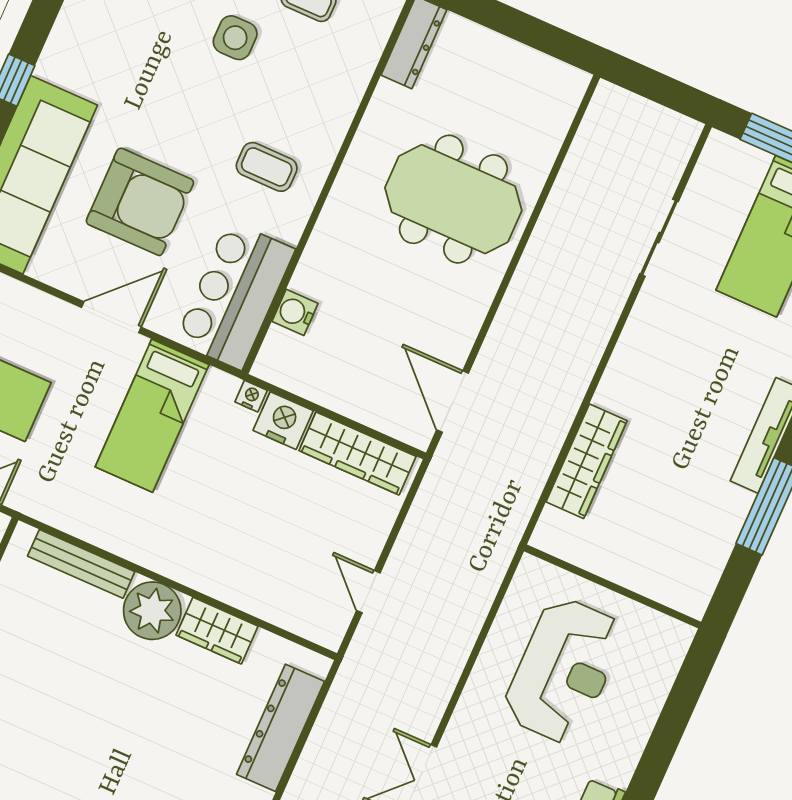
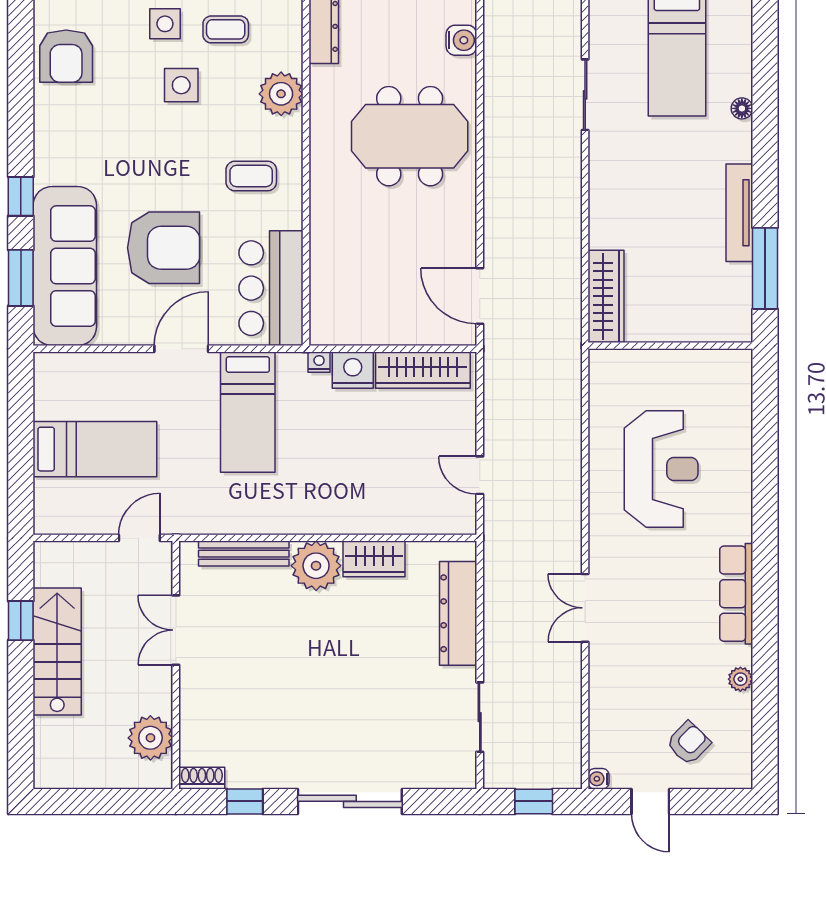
plant: (337, 94) -> (281, 94), added
water cooler: (295, 312) -> (461, 40), moved, turned 180
wall: (613, 587) -> (670, 346), moved

